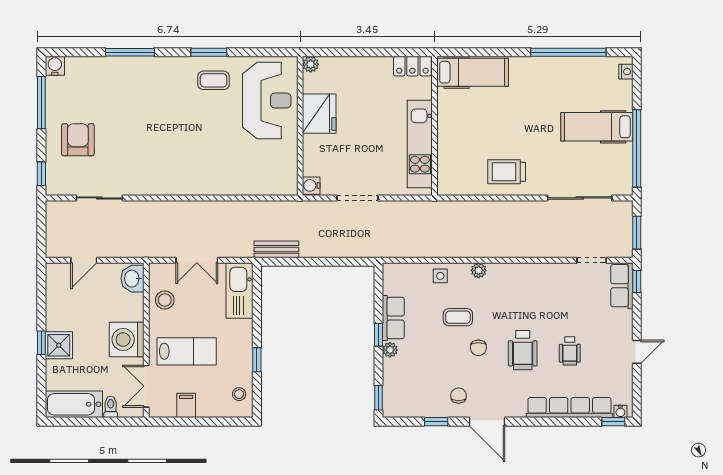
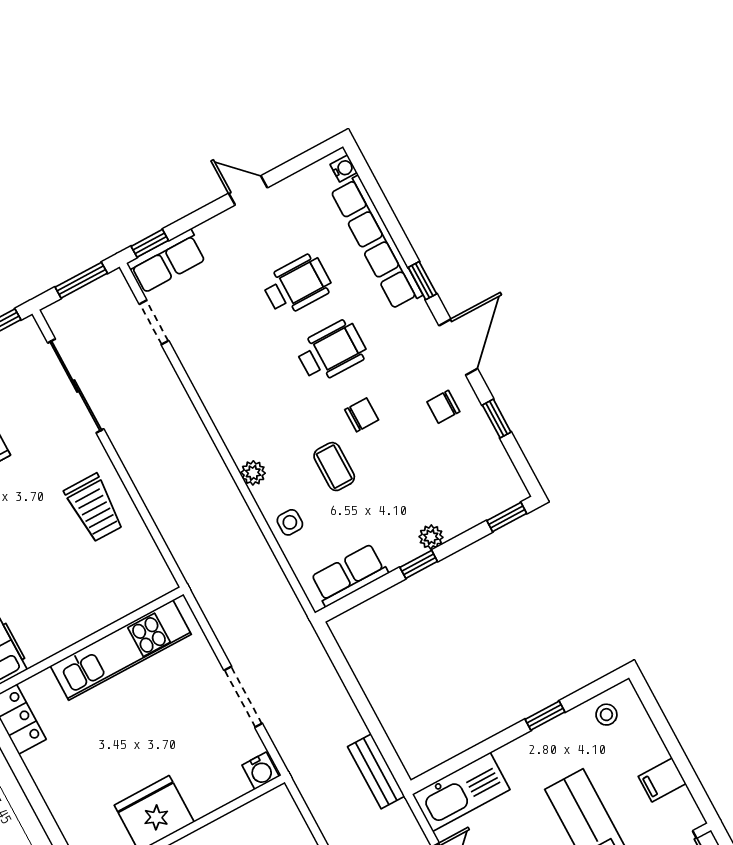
row of seats: (393, 318) -> (349, 575), moved
wheelchair: (570, 351) -> (297, 285), width x1.36, depth x1.37
window: (613, 422) -> (422, 281), moved

